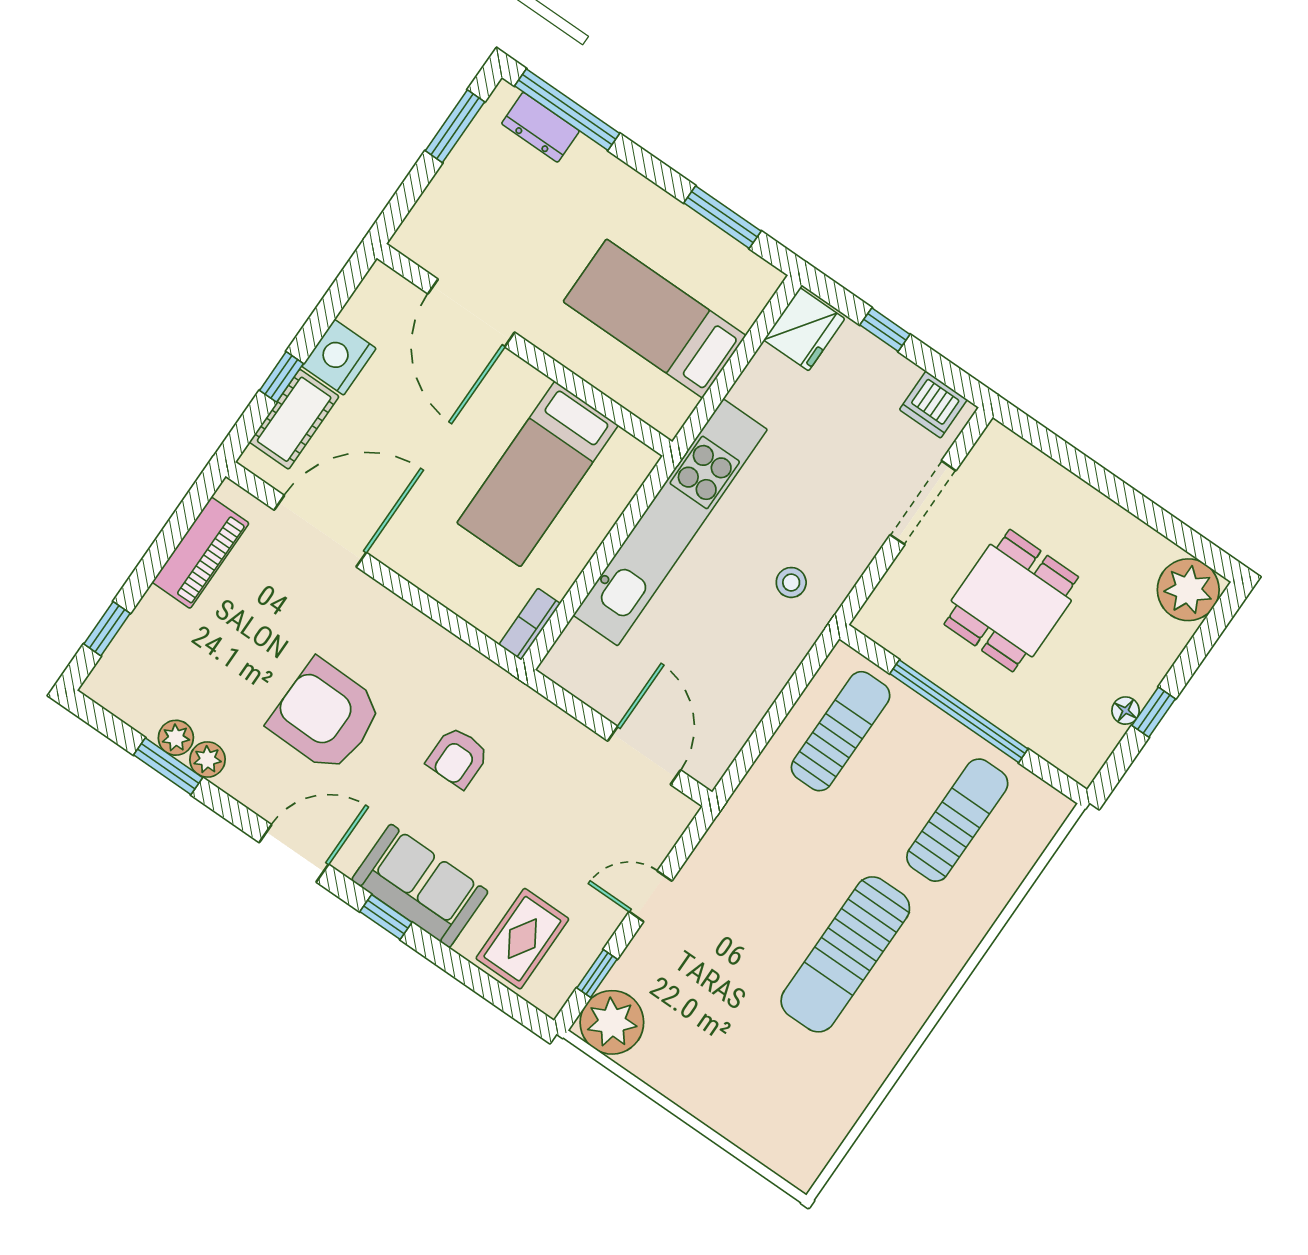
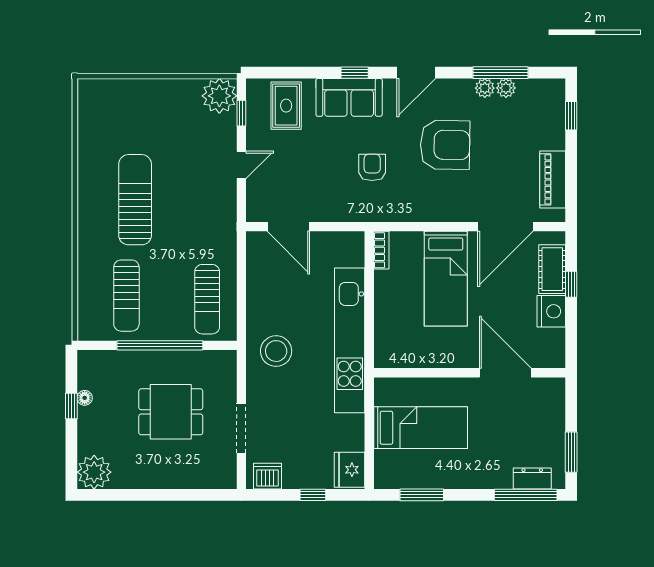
bed: (538, 474) -> (446, 279), moved, turned 180
stool: (791, 582) -> (276, 351), width x1.89, depth x1.89
dining table: (1011, 601) -> (171, 412), turned 90
window: (168, 766) -> (500, 73), width x1.44

